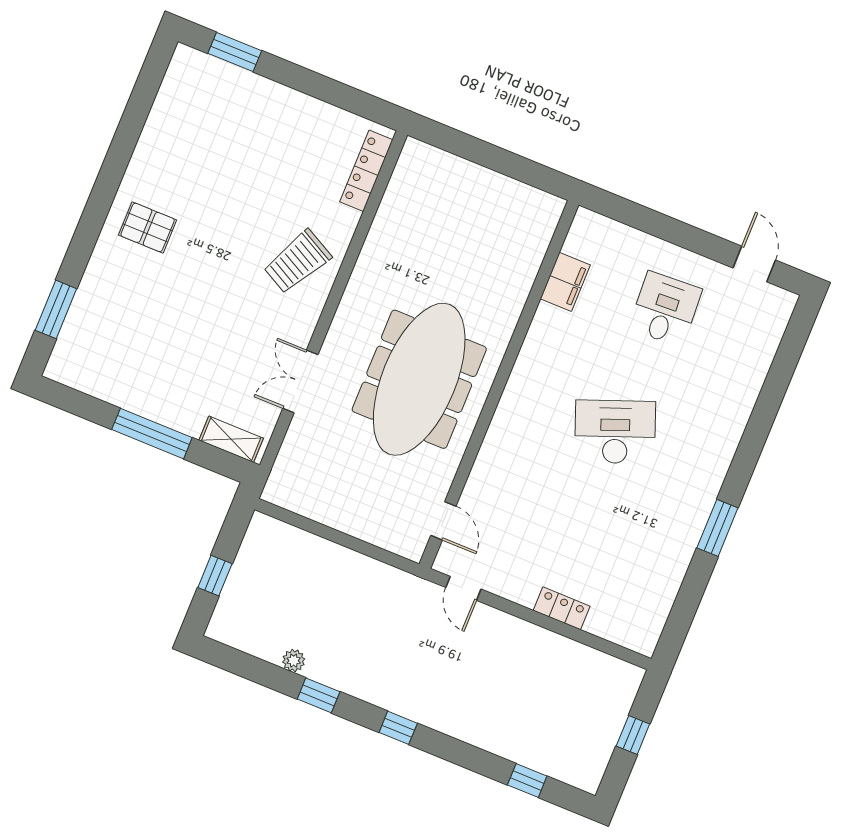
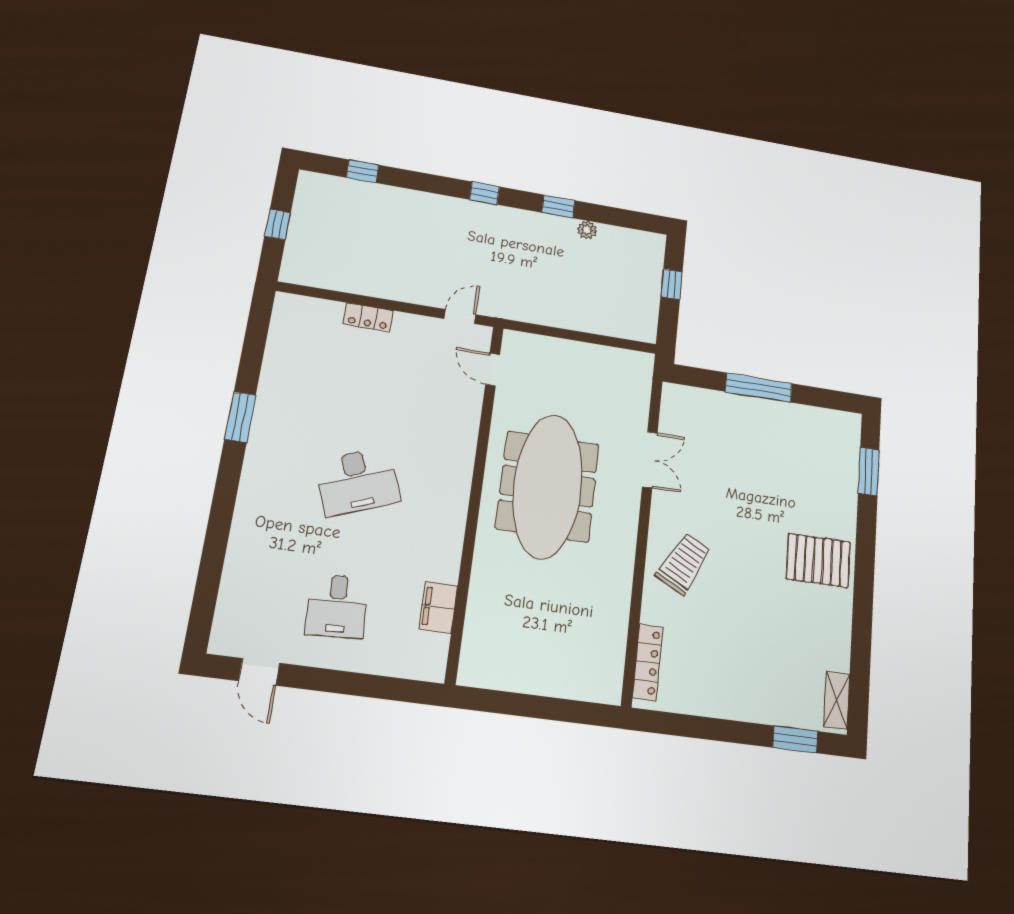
pallet: (148, 227) -> (818, 560), width x1.50, depth x1.42
shelving: (231, 439) -> (837, 700), moved, turned 90
door: (463, 588) -> (460, 317), hinge flipped

